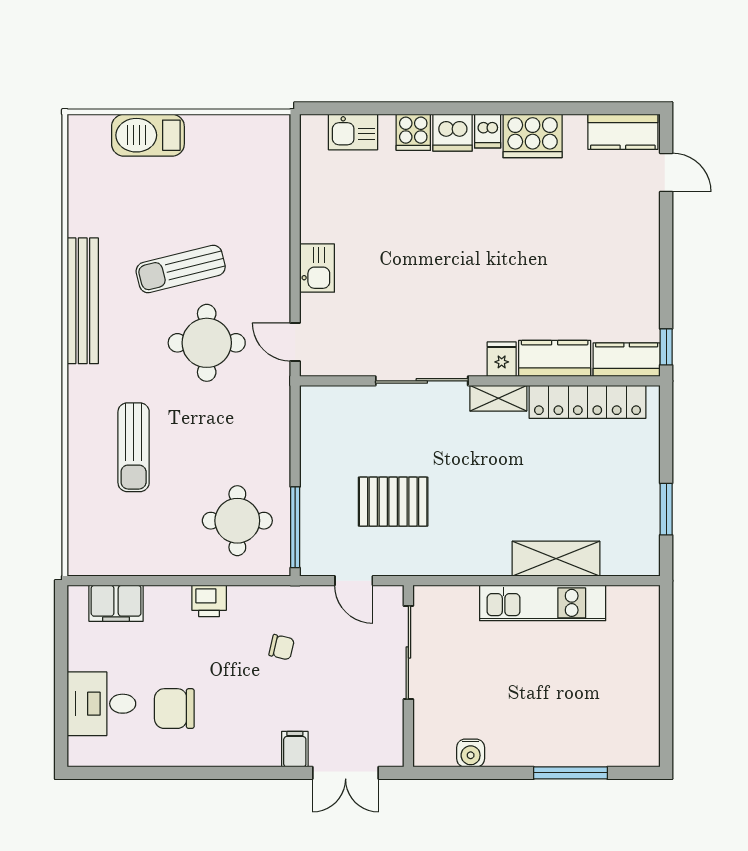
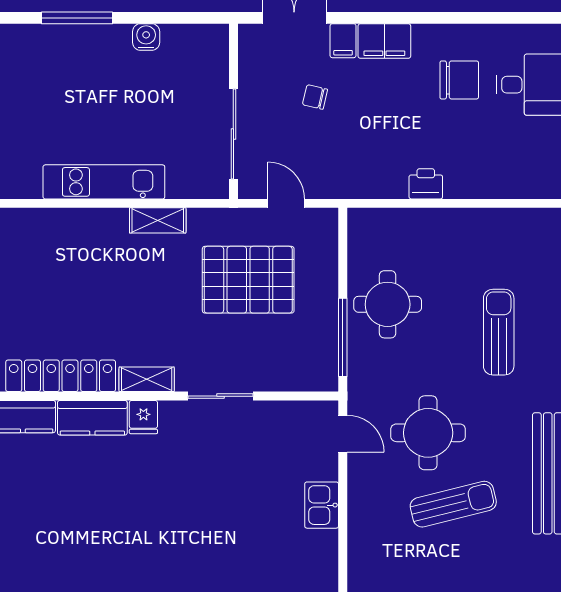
sliding door: (422, 381) -> (221, 396), width x0.73
pallet: (393, 502) -> (248, 280), width x1.37, depth x1.41
round table: (237, 521) -> (388, 304), moved
window: (295, 527) -> (343, 337), moved
shelving: (556, 559) -> (158, 220), moved, width x0.67, depth x0.75
filing cabinet: (116, 603) -> (384, 41), moved, turned 180
chair: (282, 647) -> (315, 97), moved
water cooler: (471, 753) -> (146, 37), moved

